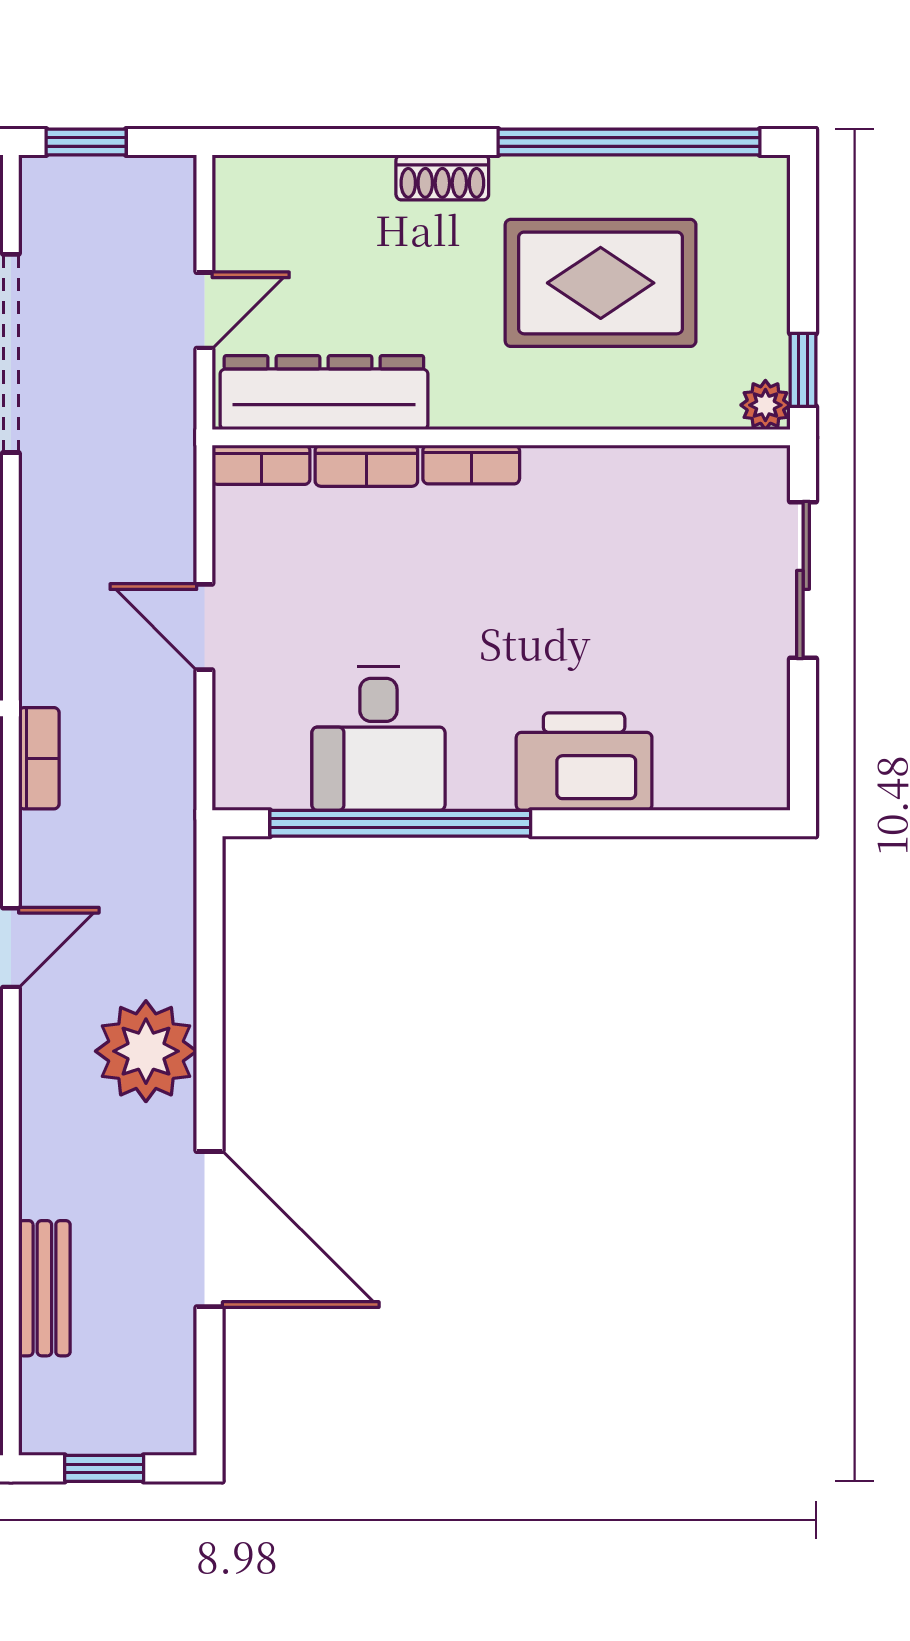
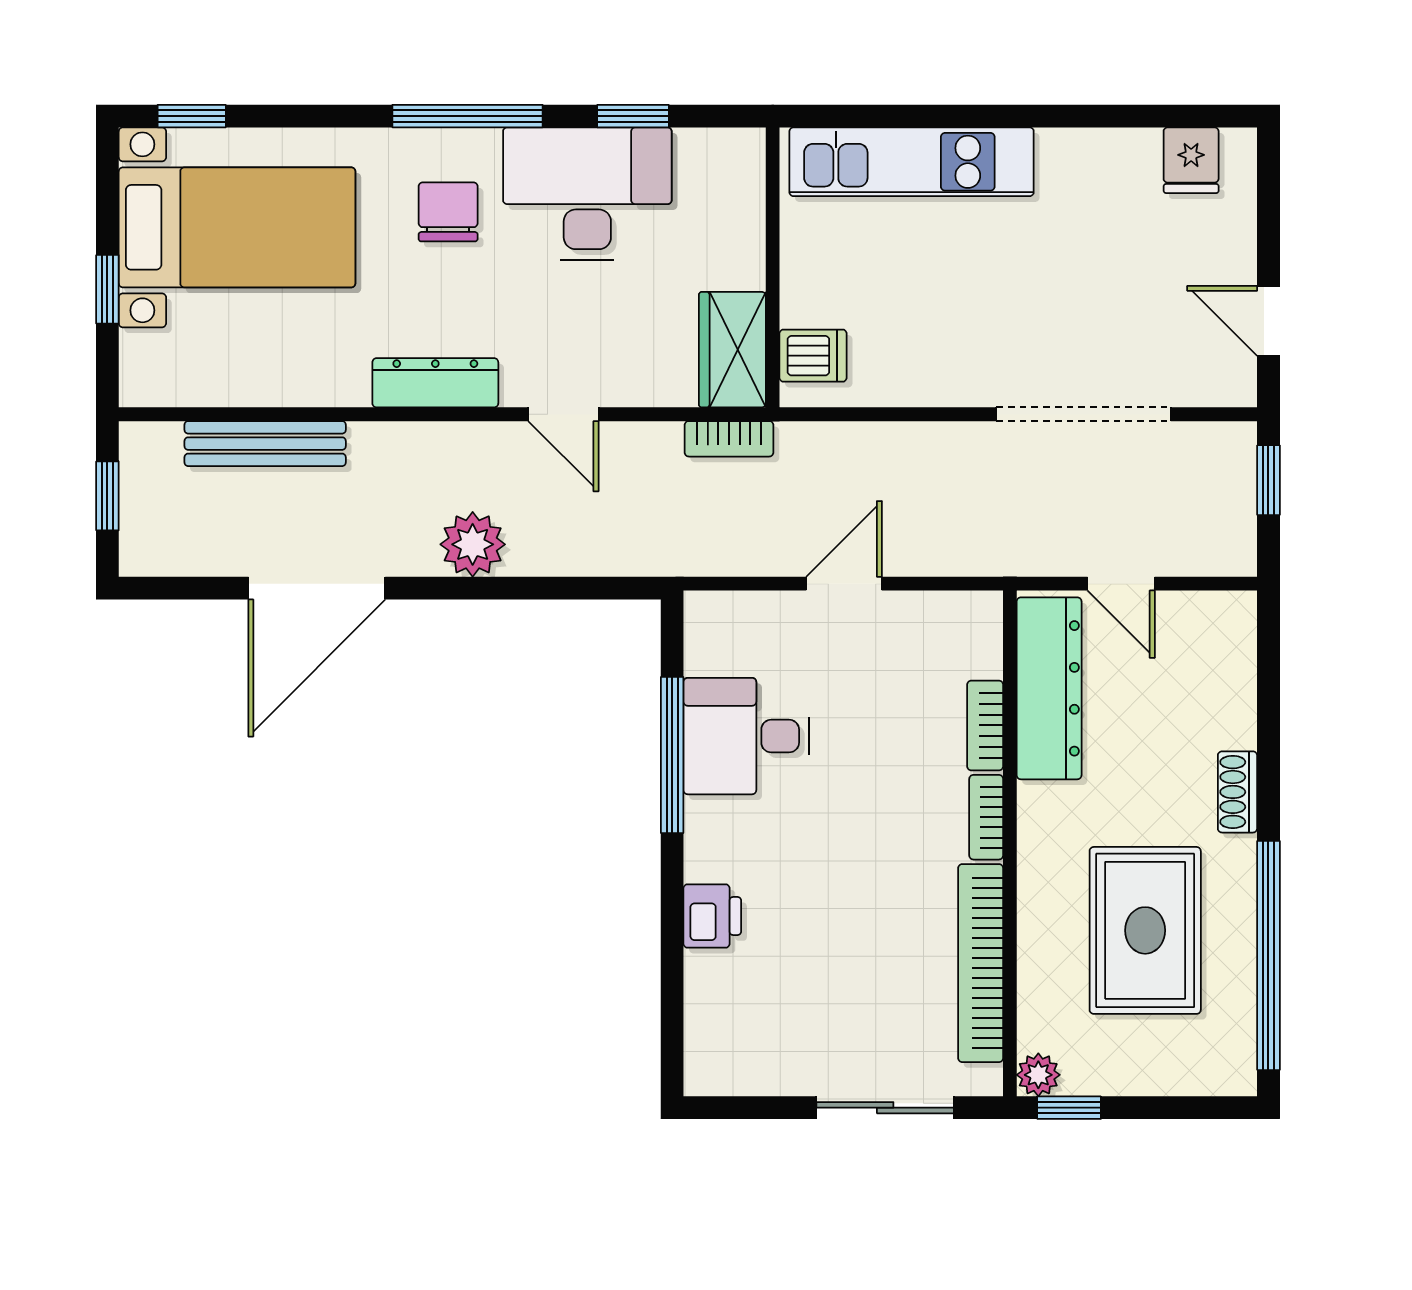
bookcase: (261, 465) -> (981, 963), moved, width x2.31, depth x1.31
printer: (584, 762) -> (712, 916), width x0.53, depth x0.68
window: (400, 823) -> (672, 755), width x0.68
plant: (146, 1051) -> (473, 544), width x0.73, depth x0.73
bench: (44, 1288) -> (265, 444), width x1.36

